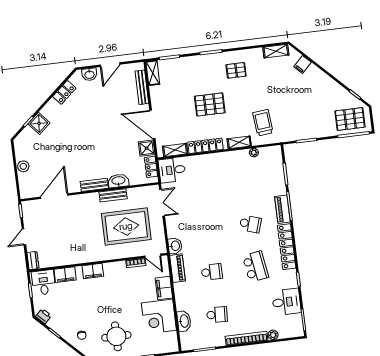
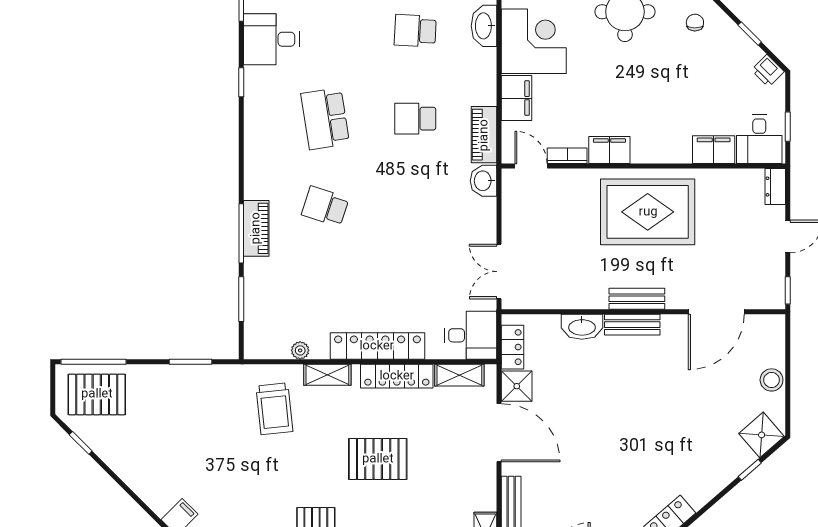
shower: (39, 123) -> (762, 435), moved
bench: (113, 195) -> (637, 299), moved
rug: (126, 226) -> (648, 212), moved
locker: (287, 247) -> (377, 346), moved, turned -90
filing cabinet: (93, 271) -> (609, 150), moved

